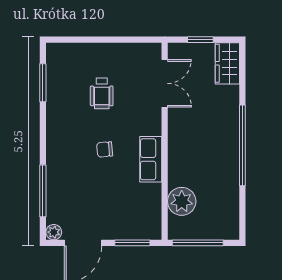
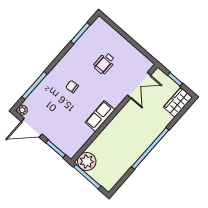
chair: (105, 149) -> (72, 87), moved
plant: (182, 201) -> (87, 161), moved

